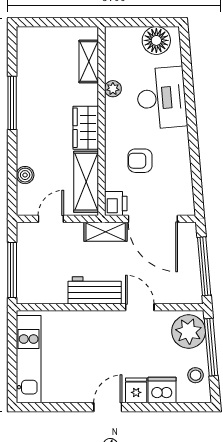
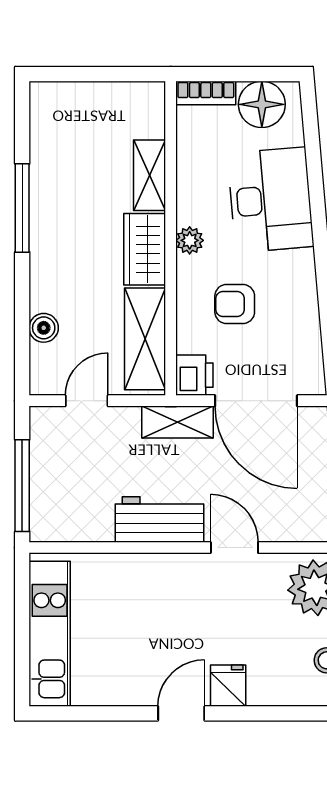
bookcase: (123, 34) -> (206, 93), added
shelving: (89, 61) -> (150, 175), moved
plant: (113, 89) -> (190, 240), moved
dishwasher: (162, 390) -> (271, 685), removed

